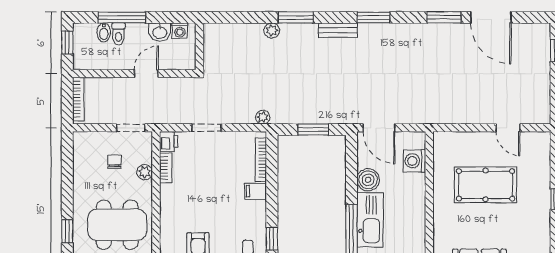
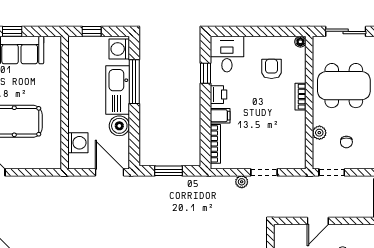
plant: (263, 117) -> (242, 182), moved
printer: (169, 141) -> (218, 95), moved, turned 180
bookcase: (166, 168) -> (300, 97), moved

